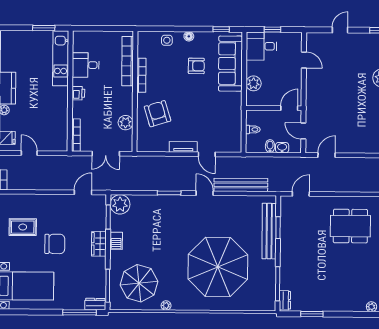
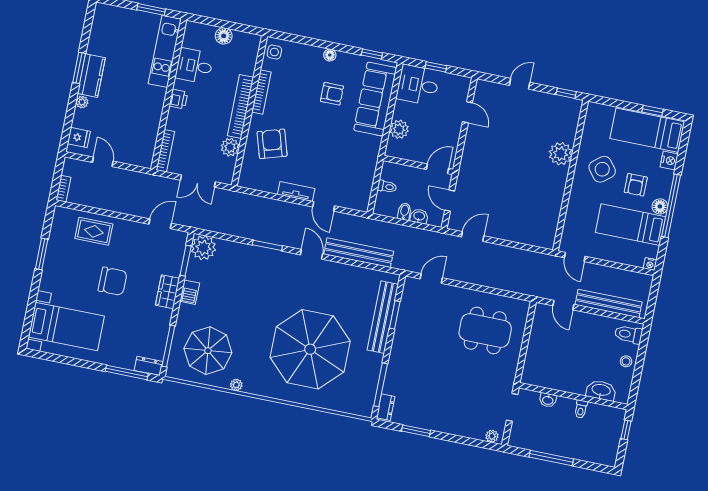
floor lamp: (104, 38) -> (224, 36), added
side table: (167, 40) -> (274, 52), moved
bookcase: (128, 61) -> (240, 106), moved
rug: (23, 227) -> (94, 231), moved

